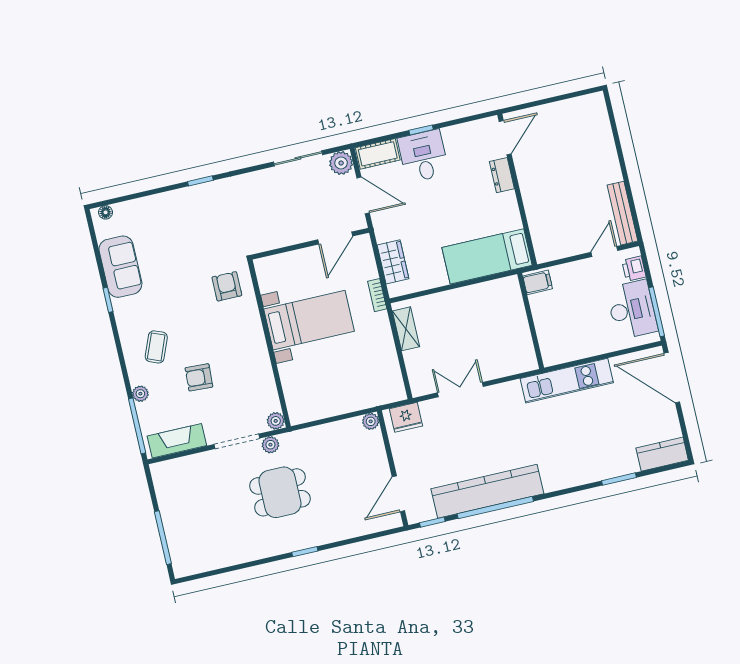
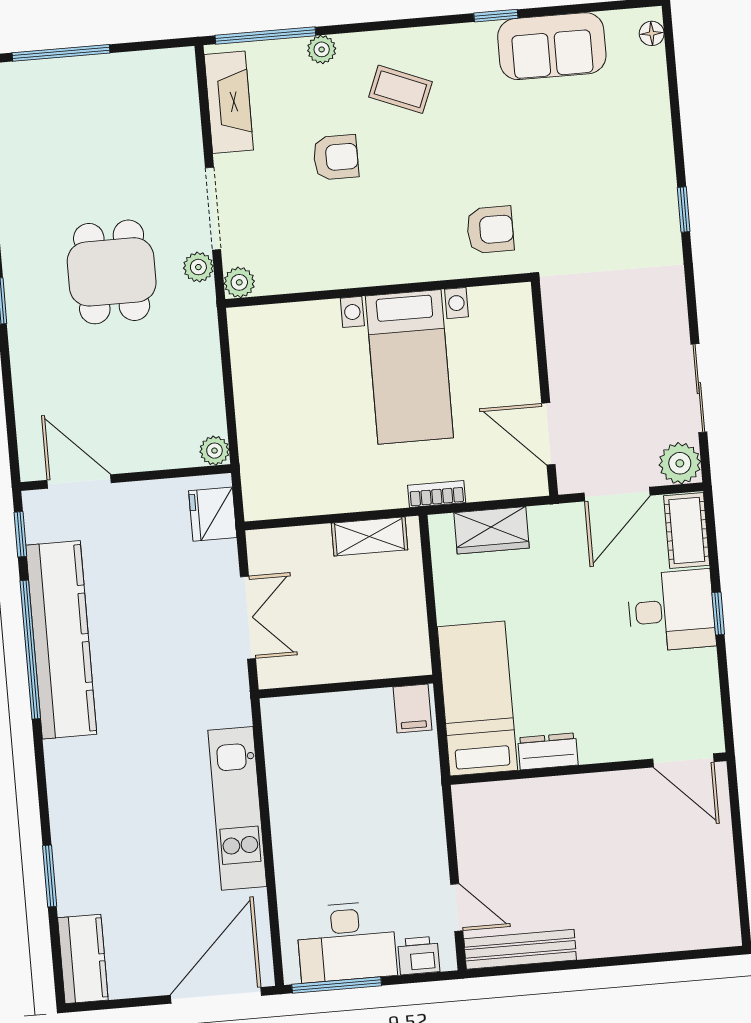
dresser: (502, 175) -> (548, 751), moved
filing cabinet: (538, 282) -> (412, 709), moved
wall: (531, 321) -> (346, 686), moved
armchair: (199, 377) -> (336, 157), turned 87

